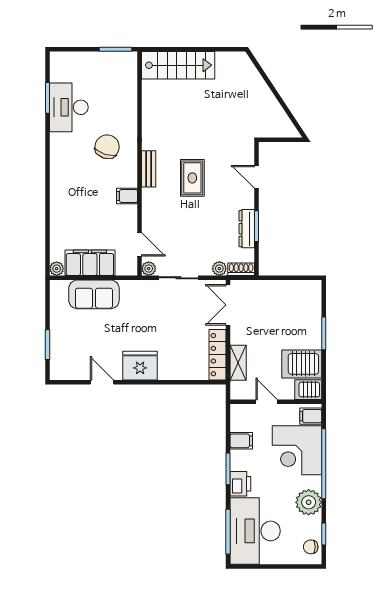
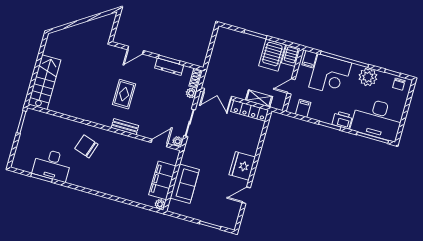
bench: (149, 169) -> (125, 127), moved
rug: (192, 178) -> (124, 94), turned 90
filing cabinet: (127, 196) -> (124, 142), removed
filing cabinet: (241, 441) -> (303, 108), moved

